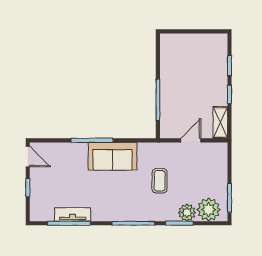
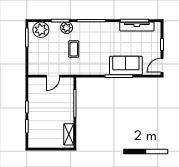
shelving: (220, 122) -> (69, 134), moved
sofa: (113, 156) -> (126, 65), moved
door: (28, 157) -> (162, 65), hinge flipped
plant: (187, 213) -> (67, 28), moved
tv unit: (73, 214) -> (137, 26), width x1.41

